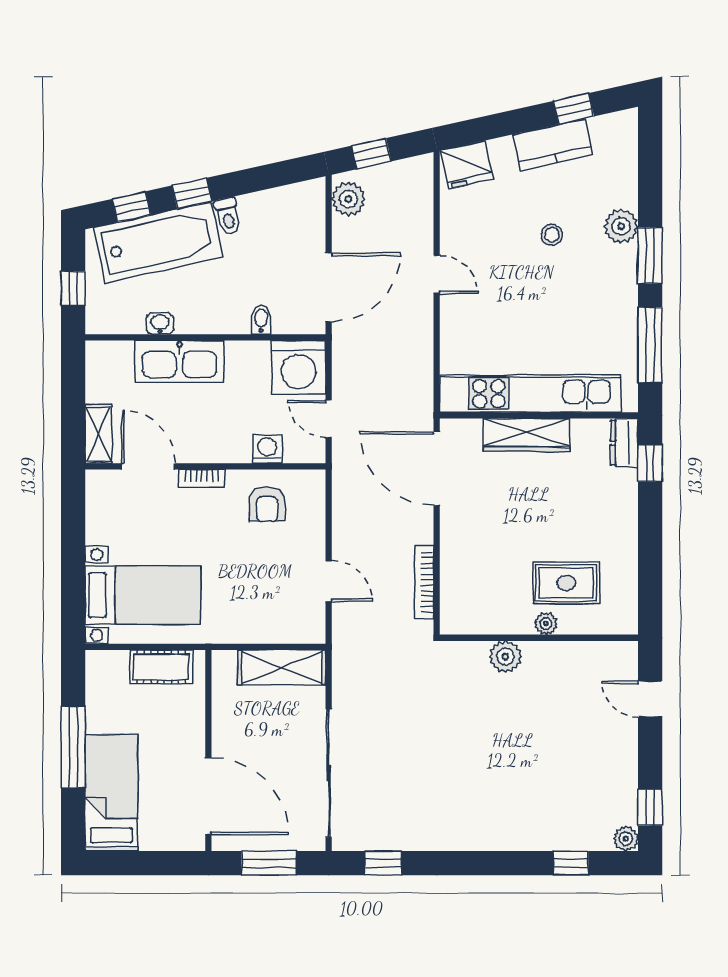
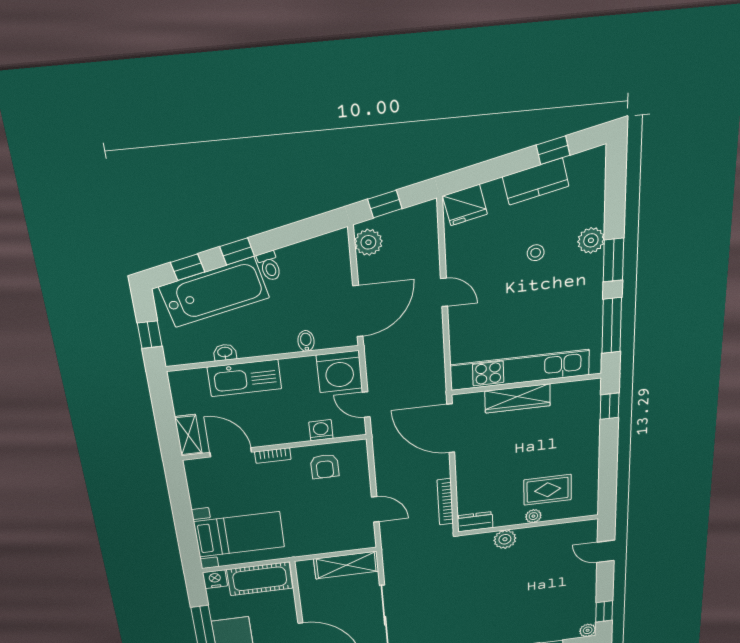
dresser: (624, 443) -> (475, 522), moved, turned 90
nightstand: (100, 664) -> (215, 579), added
cot: (161, 667) -> (260, 579), width x1.37, depth x1.34

